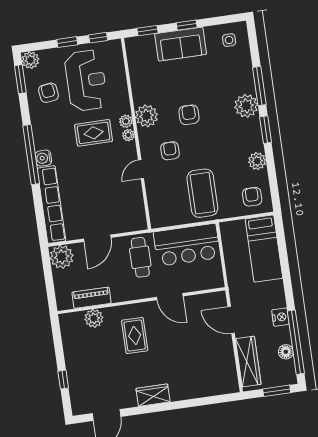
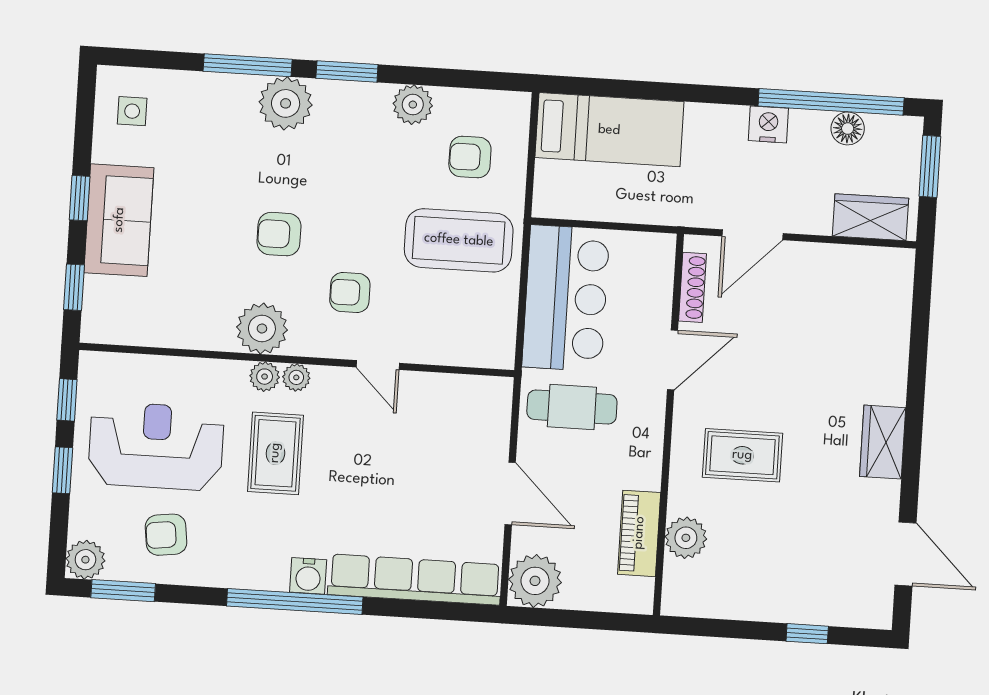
armchair: (252, 197) -> (470, 157), moved
shoe rack: (203, 299) -> (692, 287), added
wardrobe: (248, 362) -> (871, 217), width x0.67

